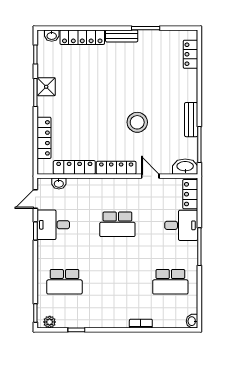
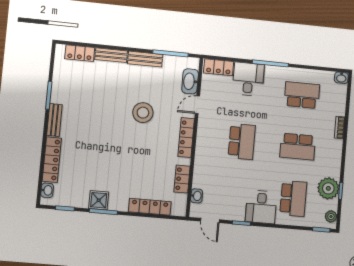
bench: (192, 85) -> (111, 55), added
locker: (74, 167) -> (182, 179), width x0.66
washbasin: (185, 167) -> (190, 81), moved
desk: (53, 225) -> (261, 207), moved
school desk: (117, 282) -> (298, 147), added
school desk: (170, 282) -> (302, 95), turned -90
plant: (78, 317) -> (328, 188), added

